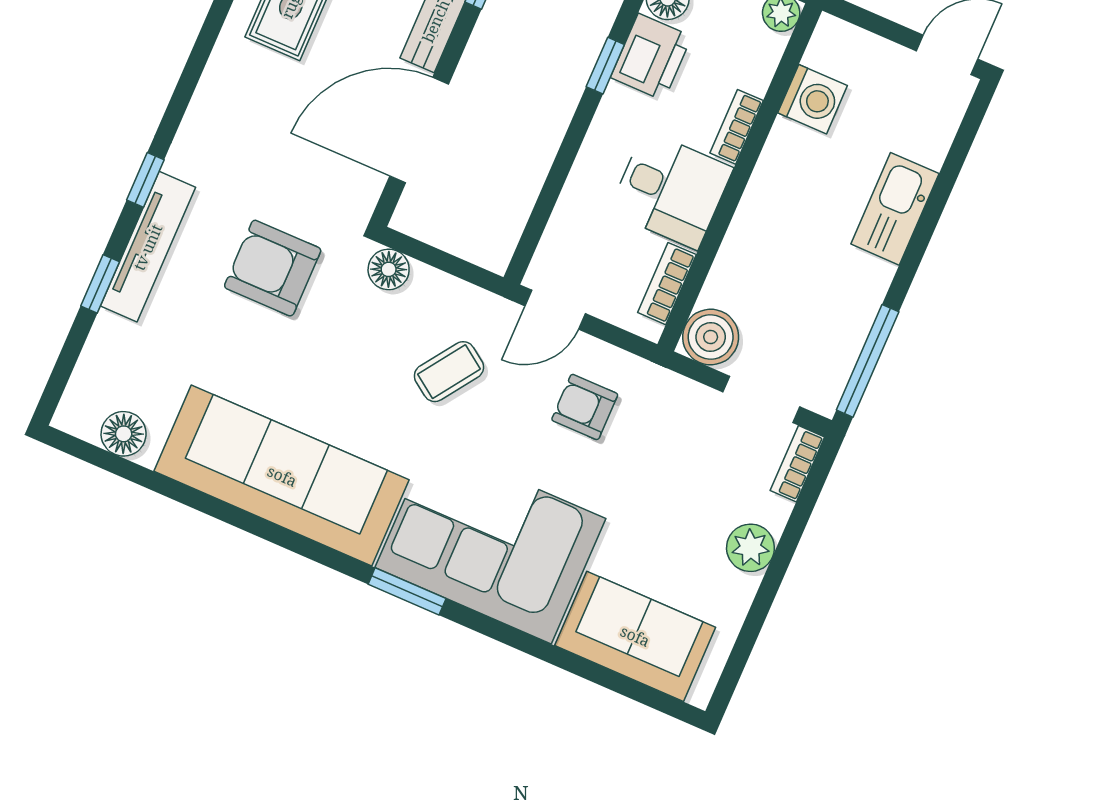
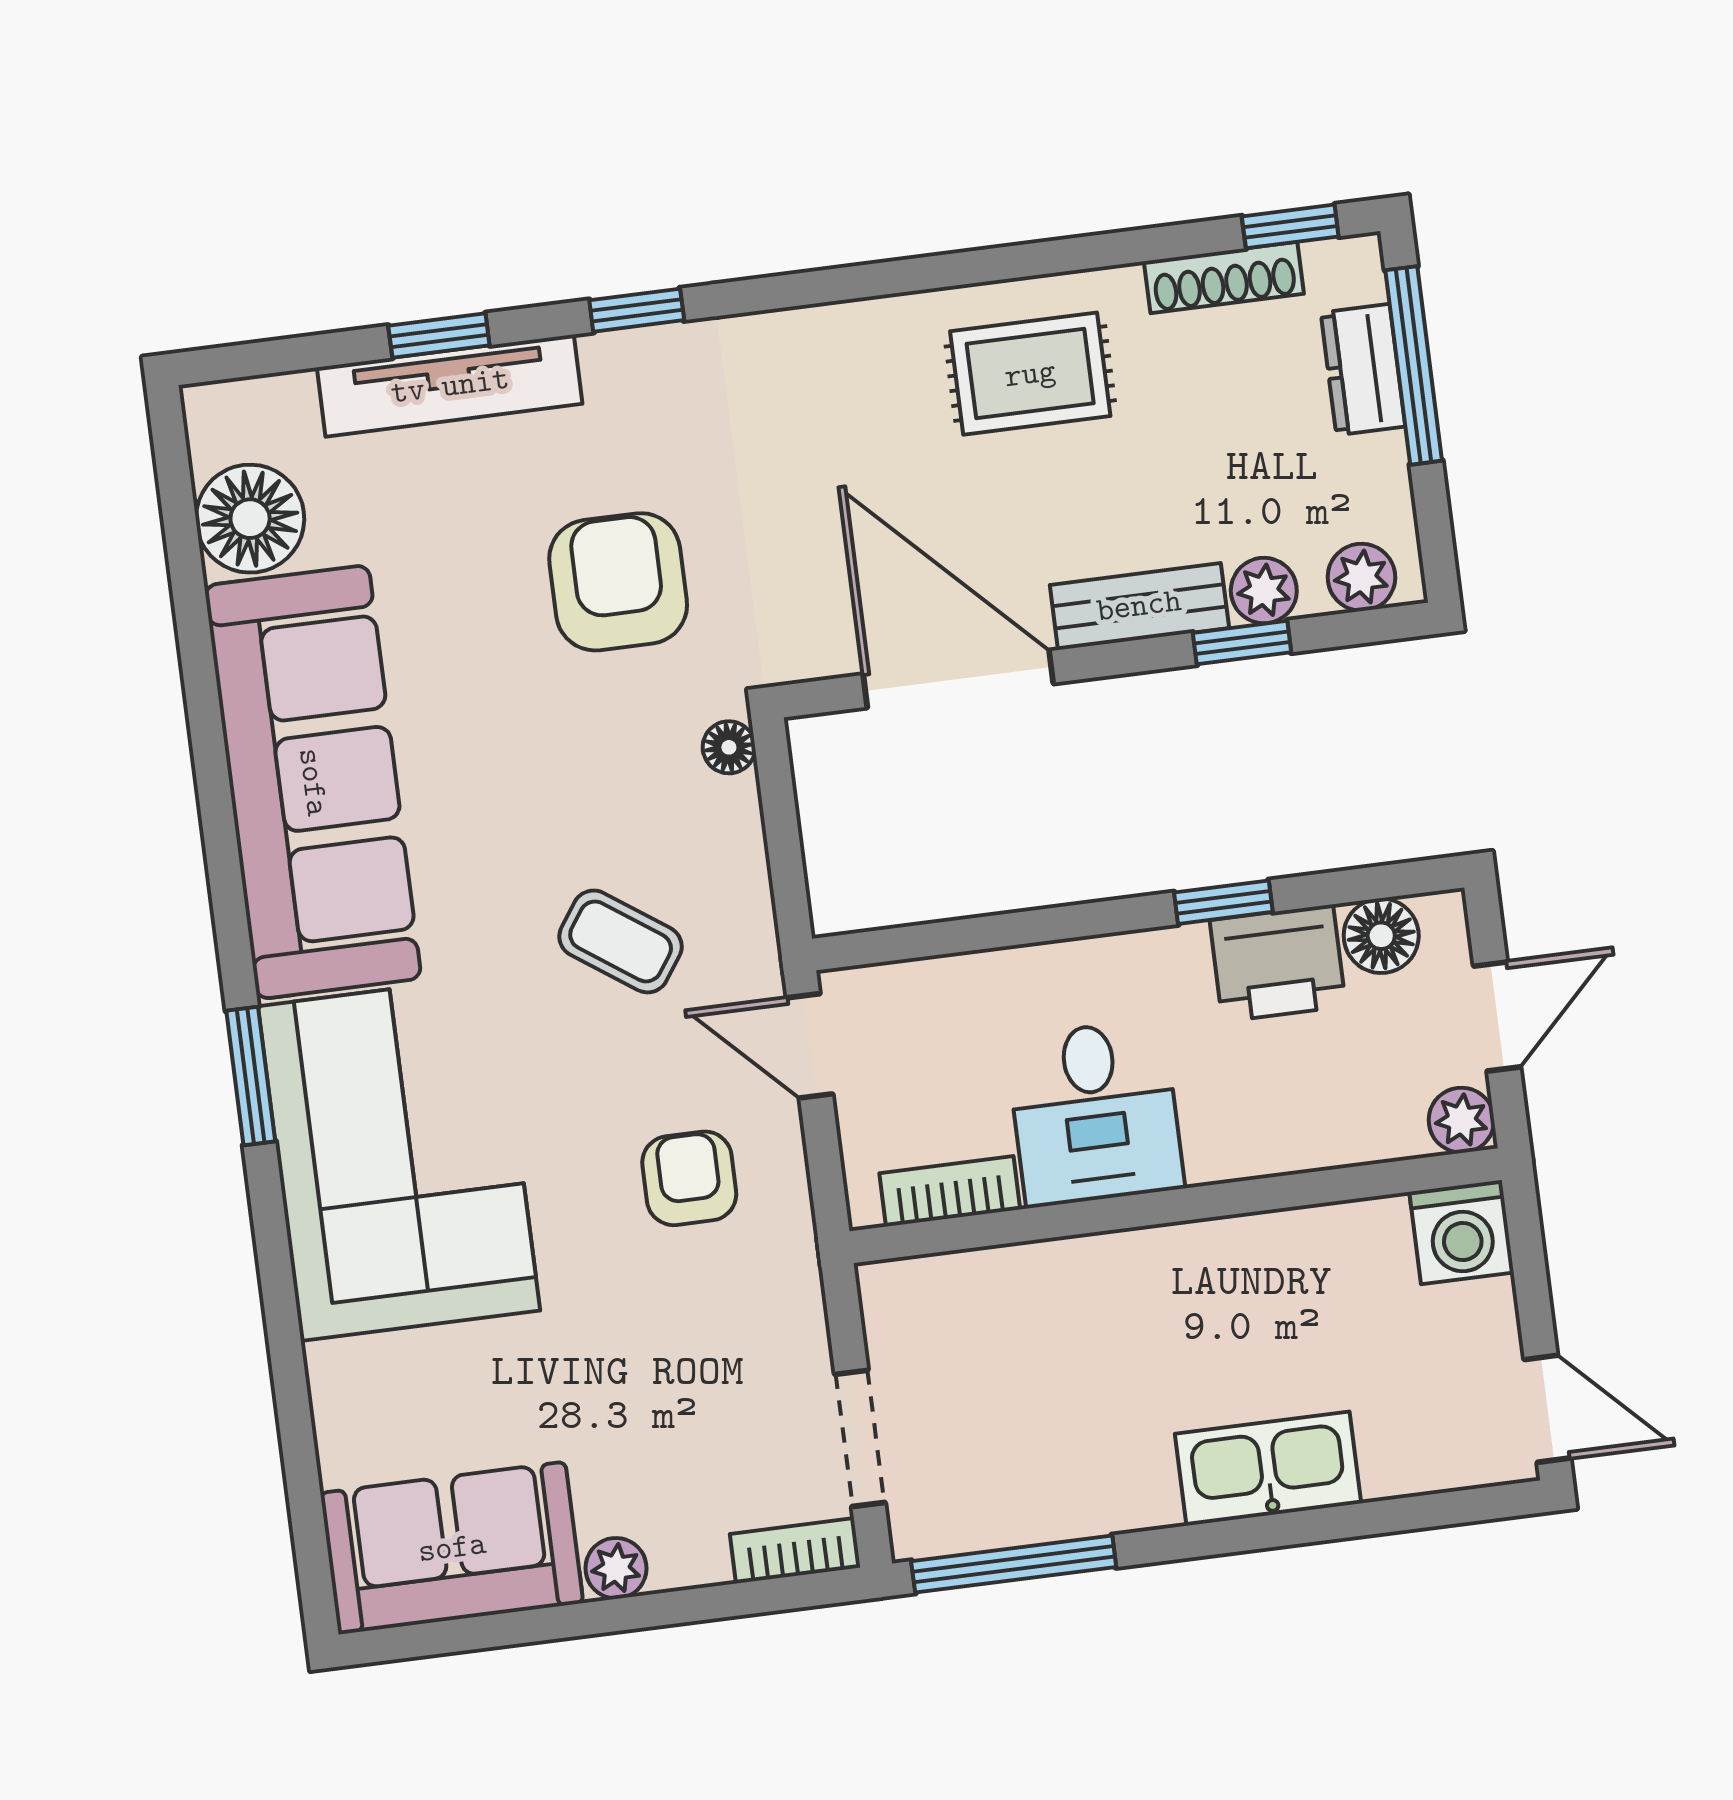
washing machine: (813, 99) -> (1462, 1232), moved
bookcase: (737, 127) -> (1249, 1156), removed
tv unit: (148, 247) -> (450, 386), moved
floor lamp: (389, 269) -> (729, 747), width x0.73, depth x0.73
boiler: (711, 337) -> (908, 1305), removed
floor lamp: (124, 434) -> (250, 519), width x1.38, depth x1.38
plant: (750, 548) -> (616, 1568), width x0.73, depth x0.73
sofa: (635, 636) -> (452, 1548), moved, turned -90

